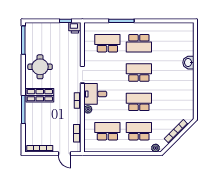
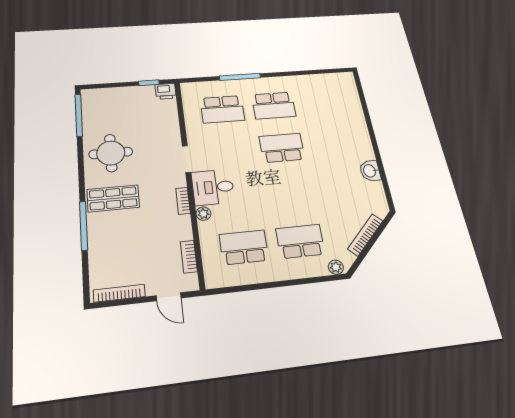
school desk: (107, 43) -> (222, 109), turned 180
washbasin: (188, 63) -> (370, 171), moved
school desk: (139, 102) -> (291, 193), removed

